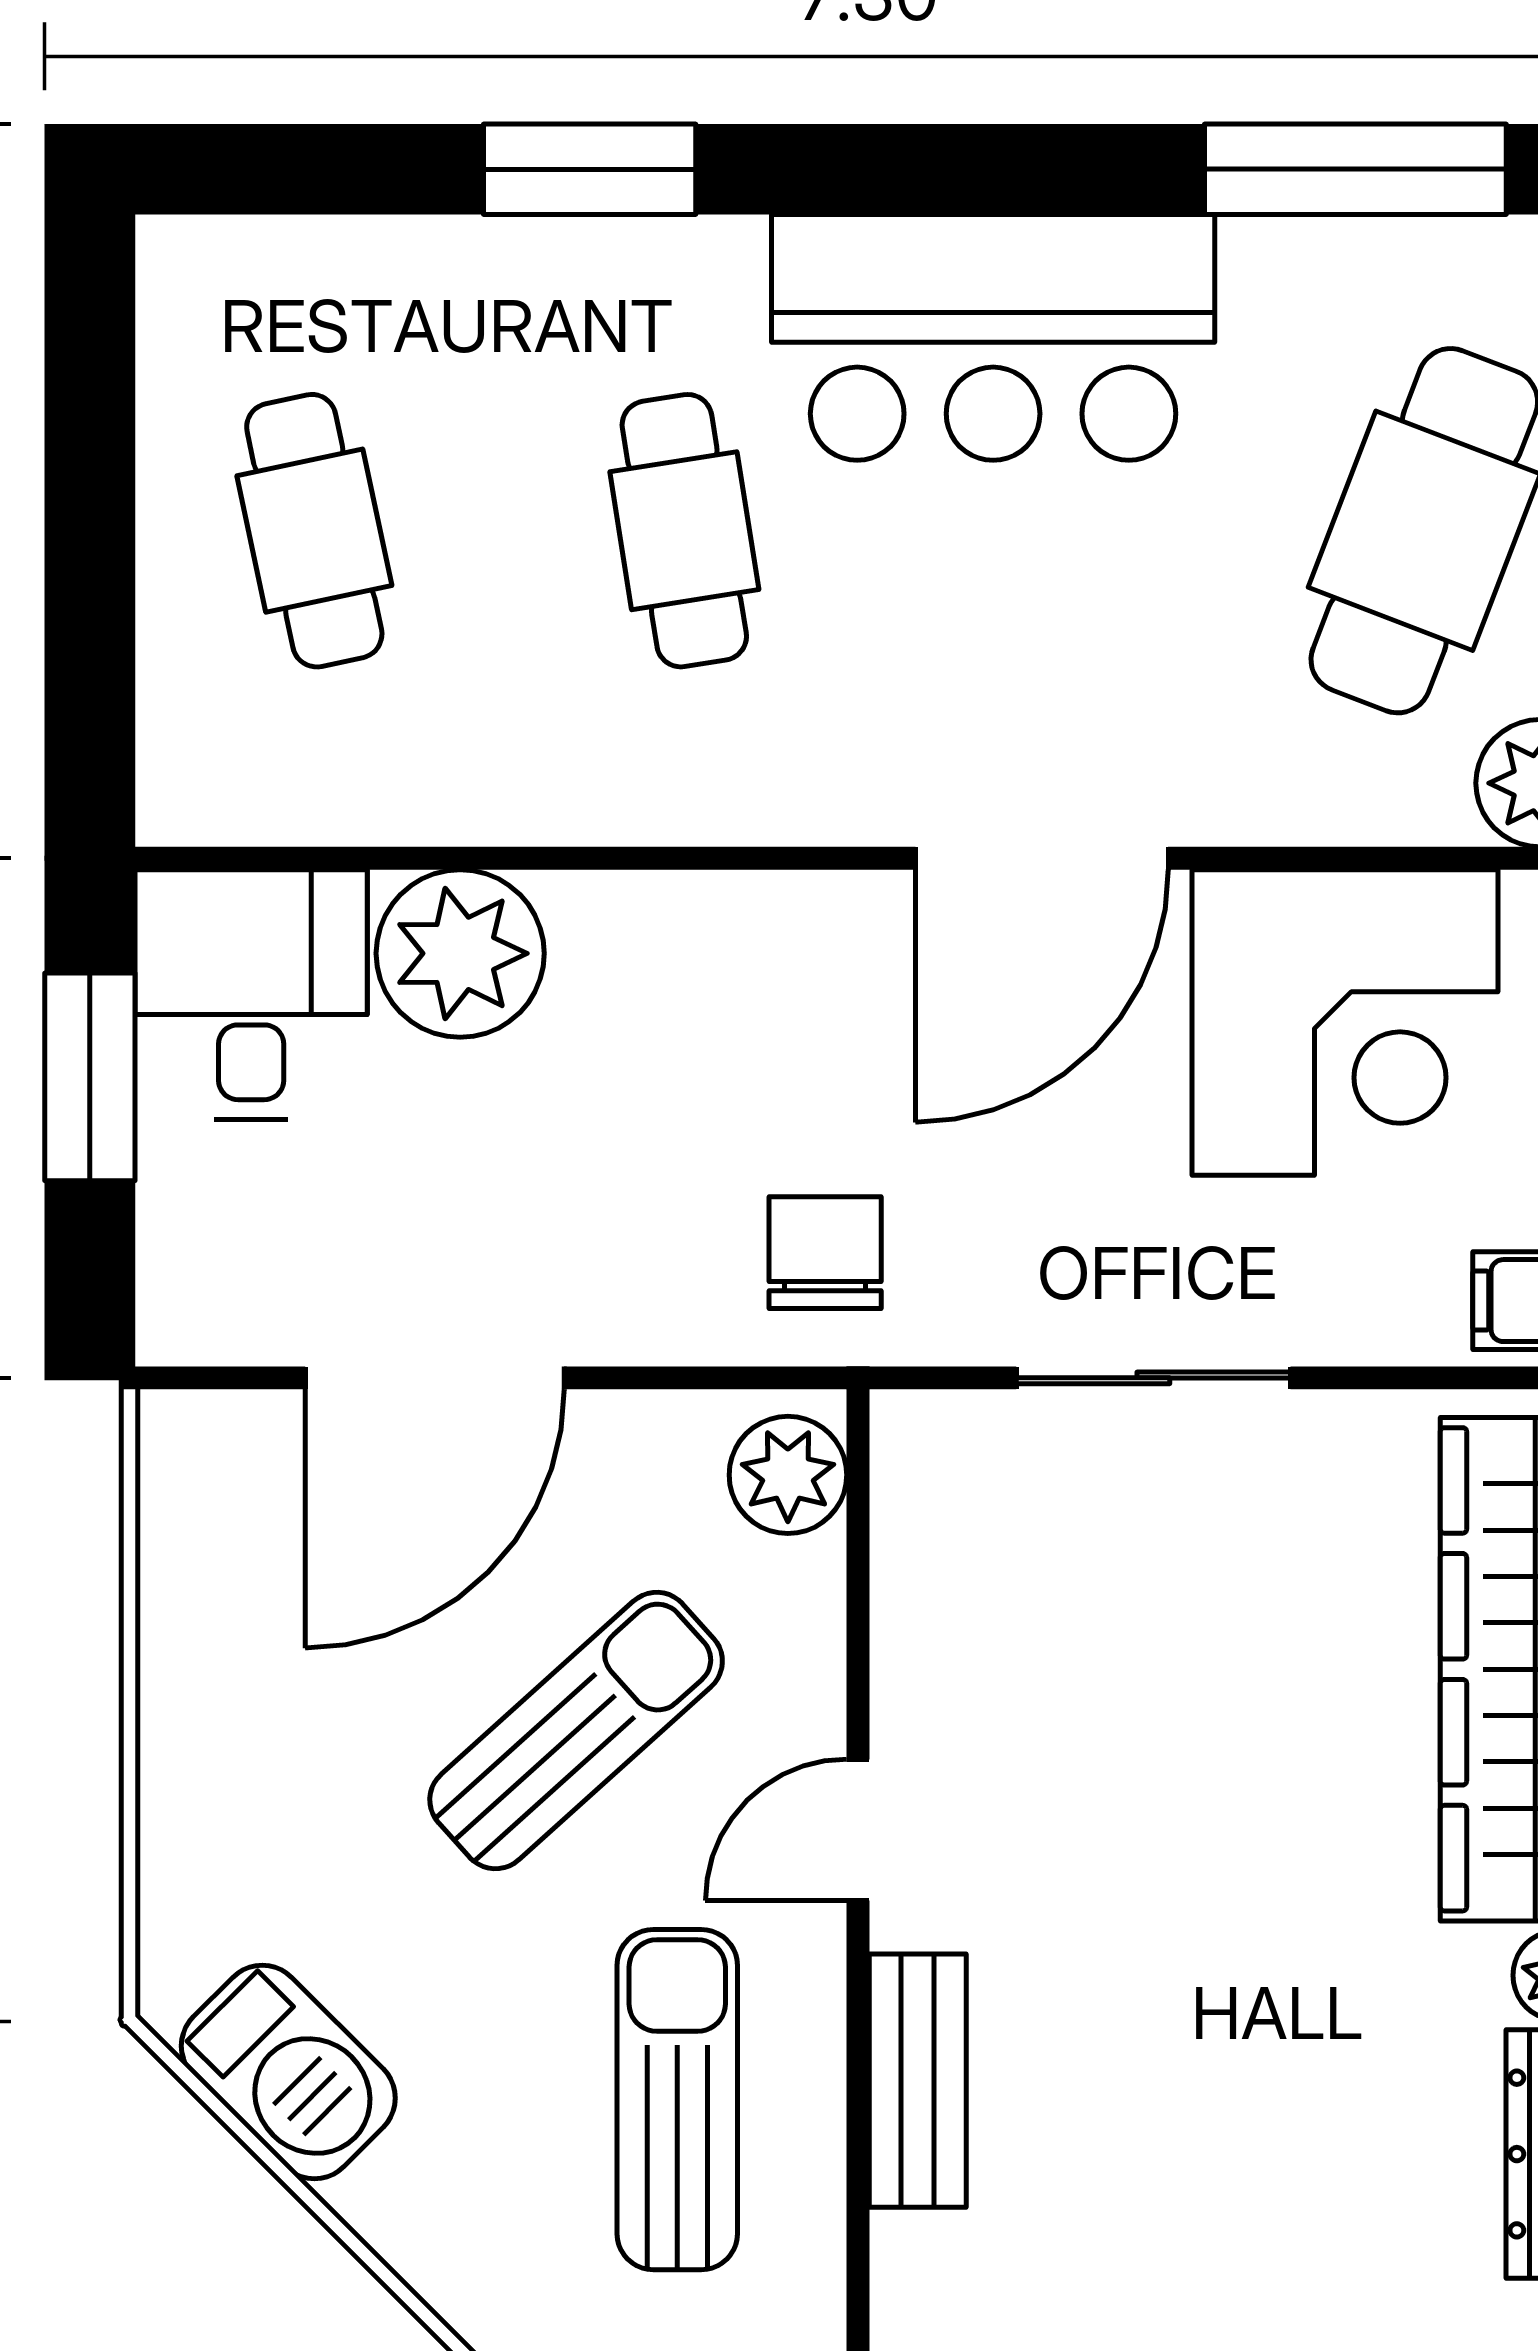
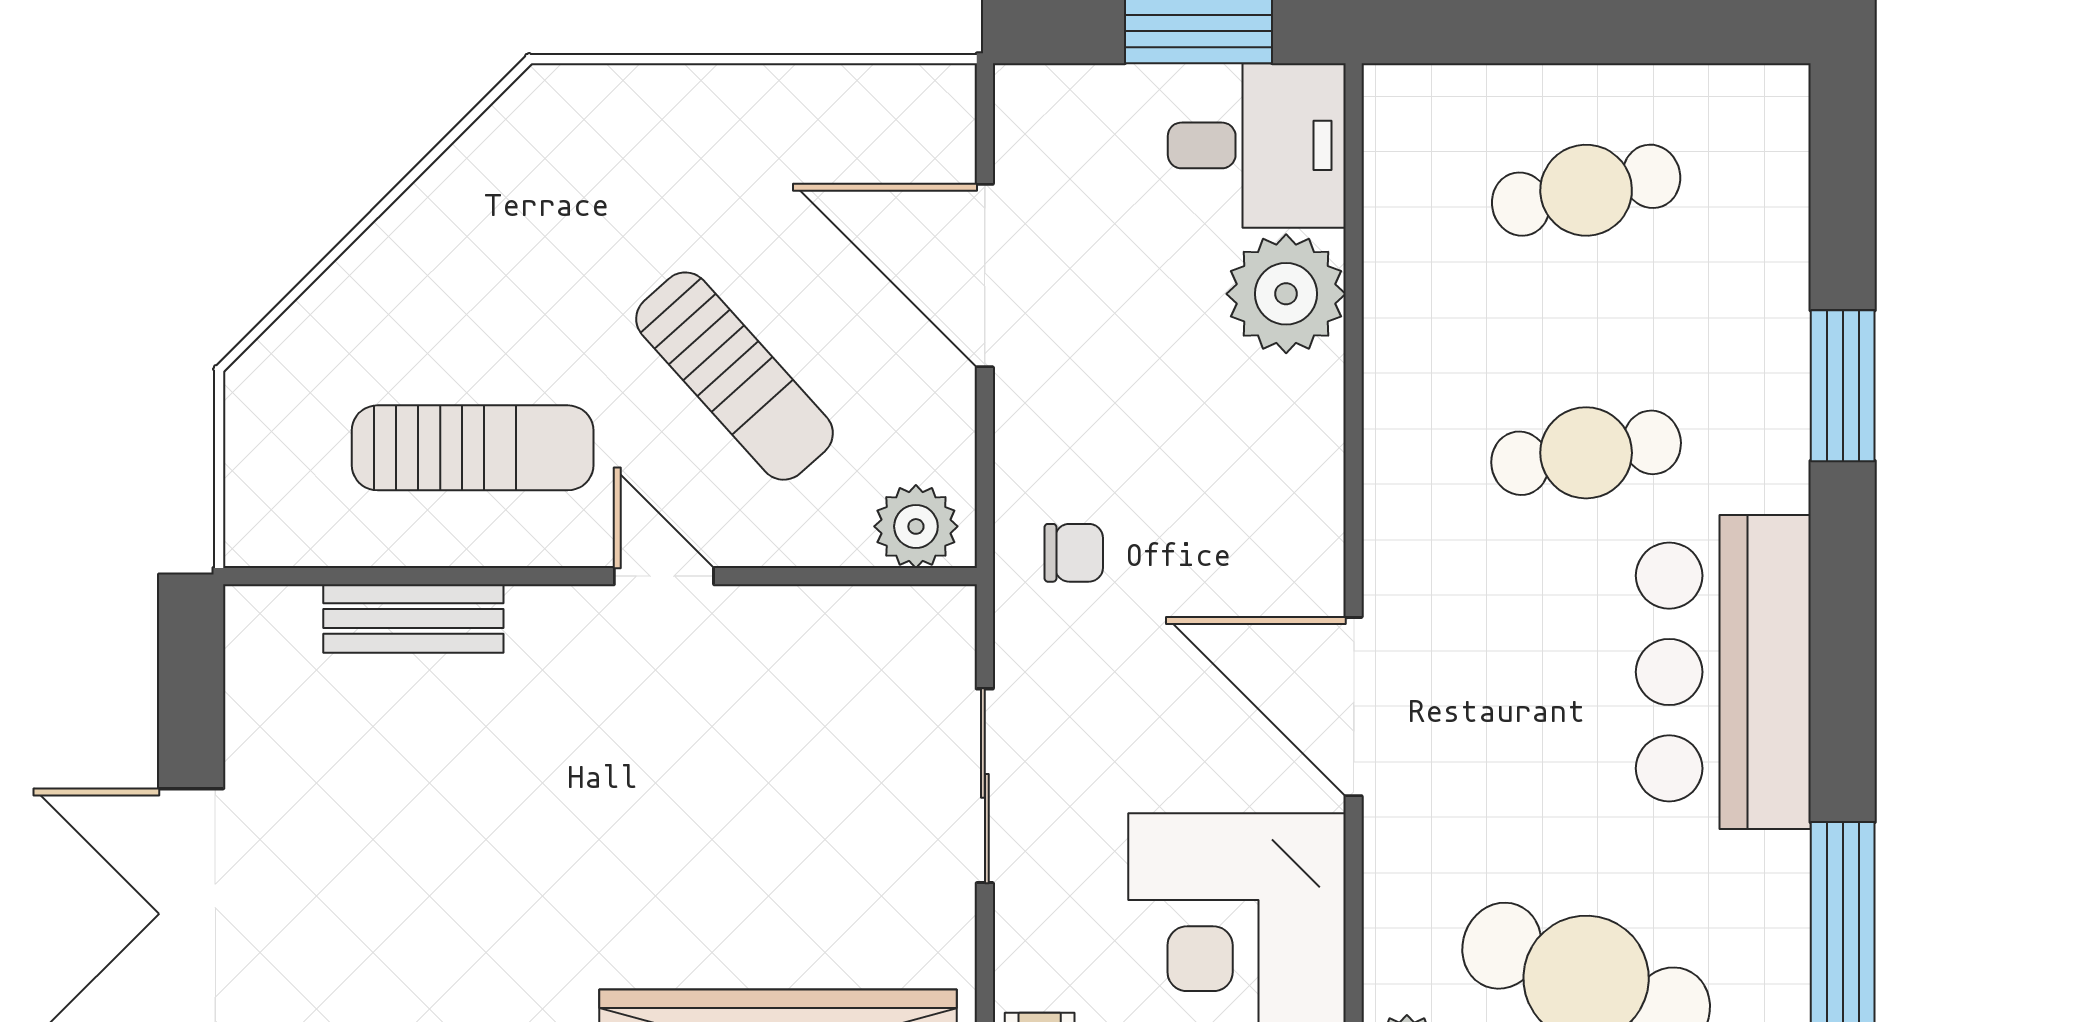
chair: (825, 1253) -> (1074, 553), width x0.73, depth x0.73
barbecue: (288, 2072) -> (492, 172), removed
bench: (918, 2081) -> (413, 618), moved

